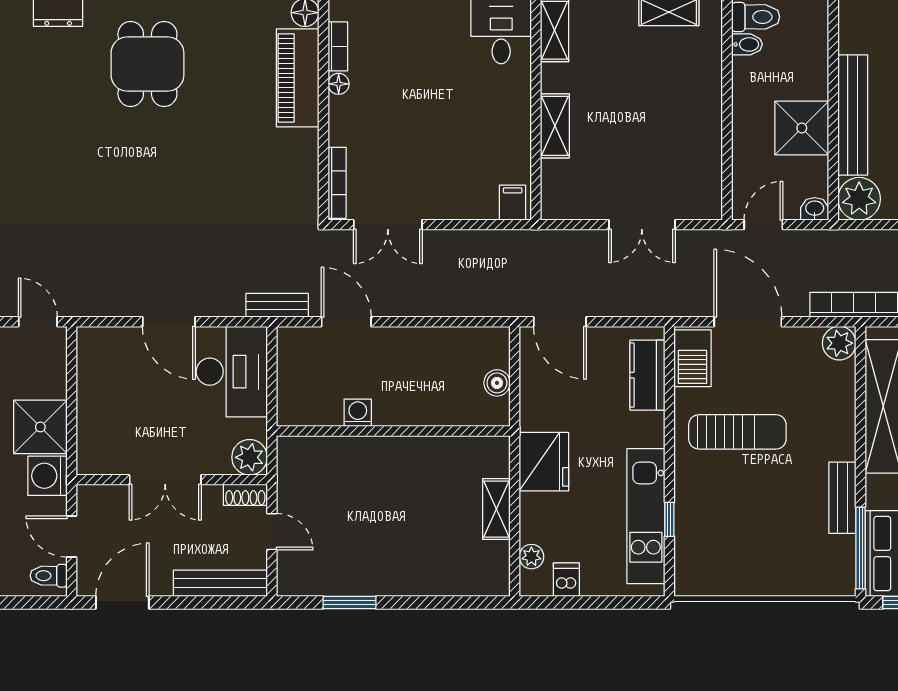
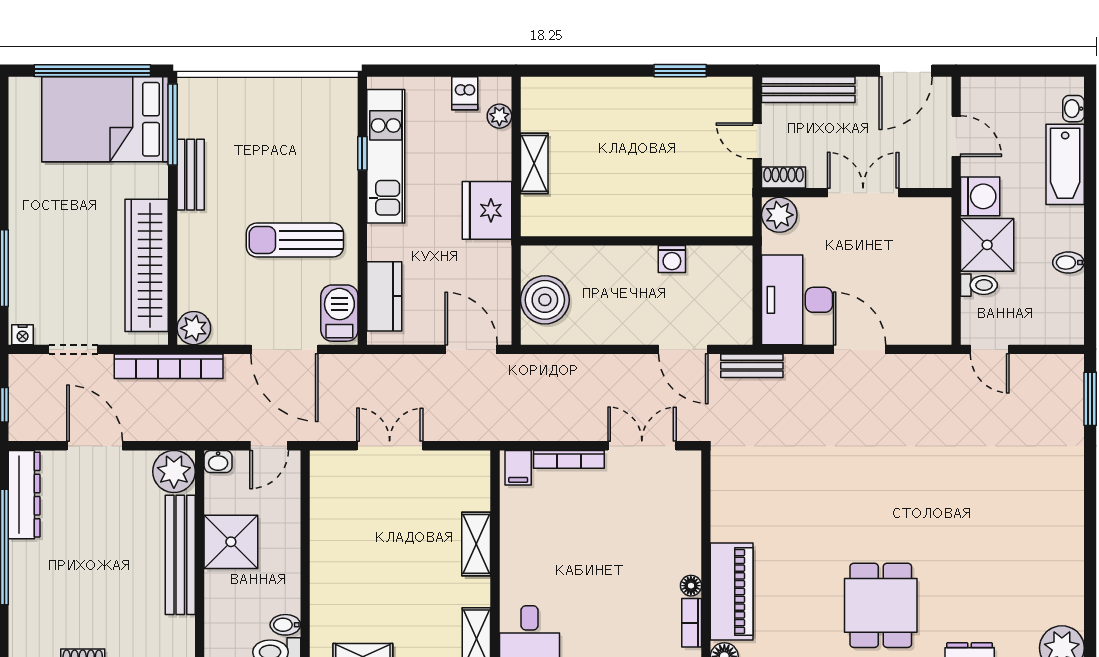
bookcase: (337, 183) -> (569, 459), moved, turned -90
boiler: (497, 383) -> (545, 300), width x1.86, depth x1.86
toilet: (49, 576) -> (979, 285), moved

